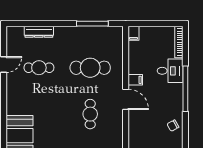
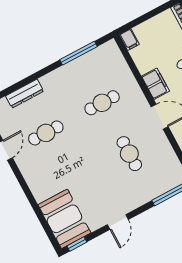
cafe table: (90, 68) -> (102, 103), width x0.73, depth x0.74
filing cabinet: (135, 80) -> (155, 84), width x2.00

